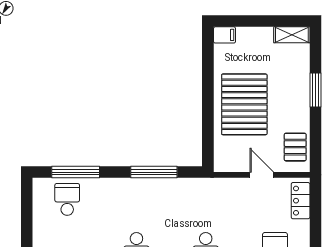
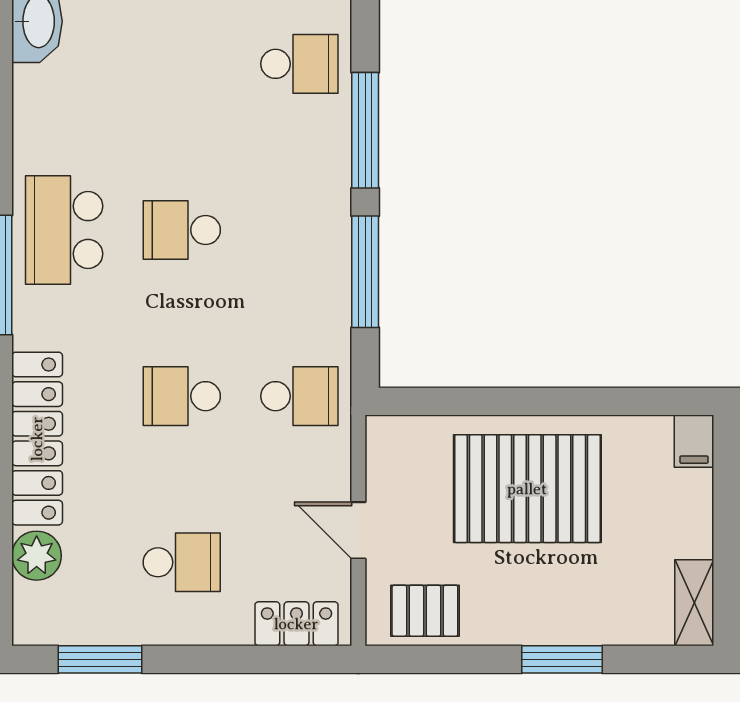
window: (76, 172) -> (365, 130), moved
door: (262, 175) -> (358, 530), swing flipped
school desk: (206, 199) -> (299, 396), added

